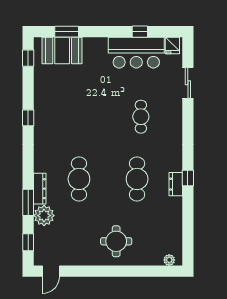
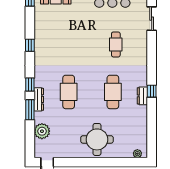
plant: (44, 216) -> (42, 131), moved
round table: (116, 241) -> (97, 139), width x1.36, depth x1.36
window: (28, 242) -> (30, 84), moved

